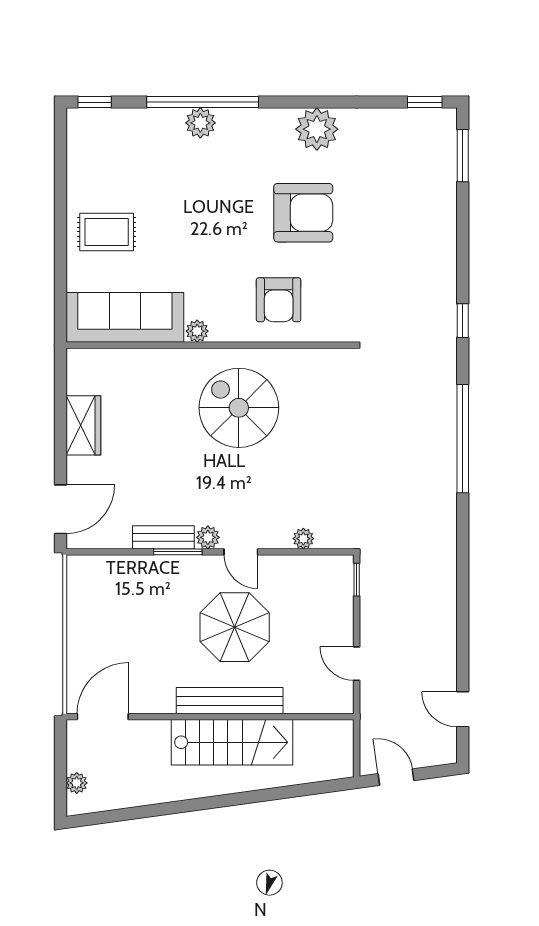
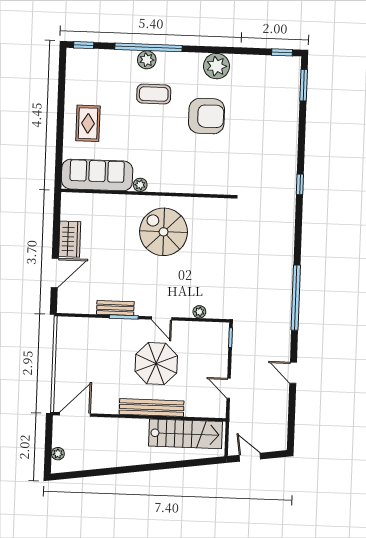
coffee table: (214, 179) -> (154, 94), added
rug: (107, 232) -> (88, 123), turned 90
armchair: (279, 300) -> (190, 168), removed
window: (463, 439) -> (296, 298), moved
door: (60, 509) -> (55, 273), moved
plant: (208, 537) -> (142, 309), removed
door: (463, 709) -> (293, 373), moved
stairs: (232, 742) -> (186, 434), moved

